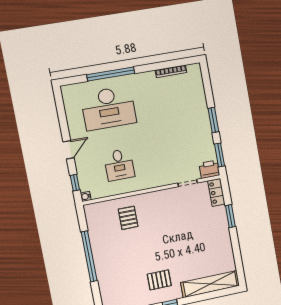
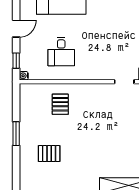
window: (89, 256) -> (16, 134), width x0.47
pallet: (159, 280) -> (49, 154), moved

